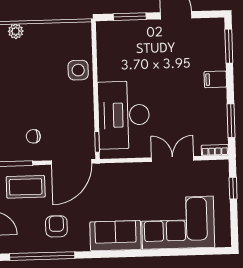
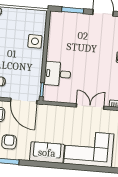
desk: (124, 115) -> (57, 74), width x0.53, depth x0.77
door: (72, 162) -> (24, 101), hinge flipped

